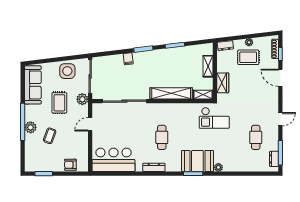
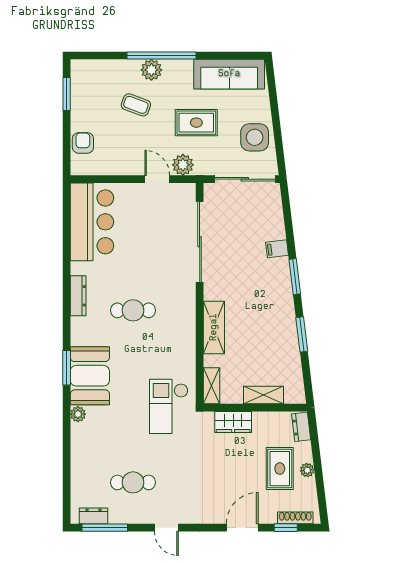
shelving: (171, 93) -> (214, 327), width x0.68
plant: (82, 99) -> (183, 165), moved

